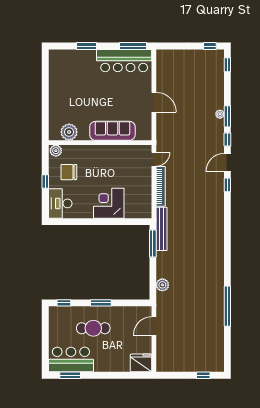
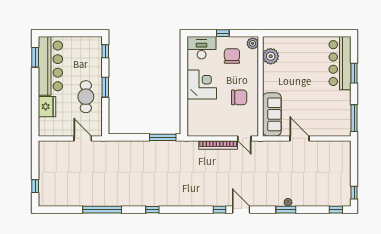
bar counter: (124, 61) -> (340, 63), moved
door: (154, 102) -> (300, 138), swing flipped
sofa: (112, 131) -> (272, 114), moved
window: (227, 139) -> (152, 210), moved
chair: (112, 165) -> (239, 97), added
corner desk: (109, 203) -> (202, 85), moved
bench: (162, 229) -> (177, 146), removed
plant: (162, 285) -> (123, 147), removed
cafe table: (93, 328) -> (86, 97), moved
bar counter: (71, 360) -> (50, 66), width x1.36
fridge: (141, 363) -> (47, 107), moved

